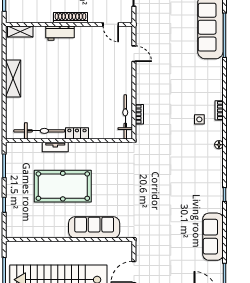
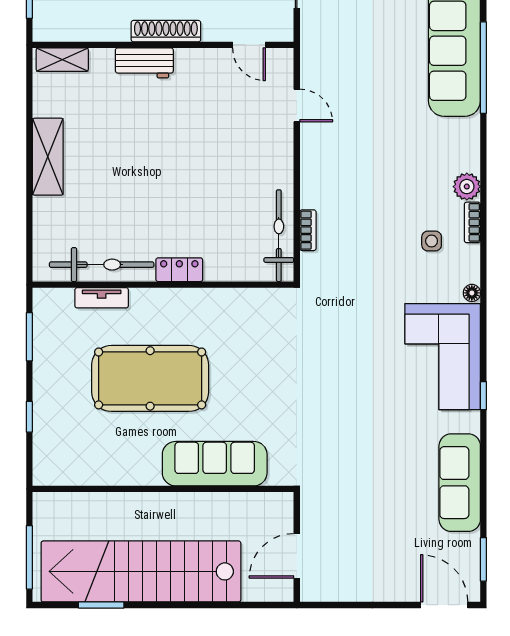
plant: (216, 93) -> (467, 187), added
tv unit: (55, 147) -> (102, 298), moved
corner sofa: (205, 175) -> (443, 357), added

